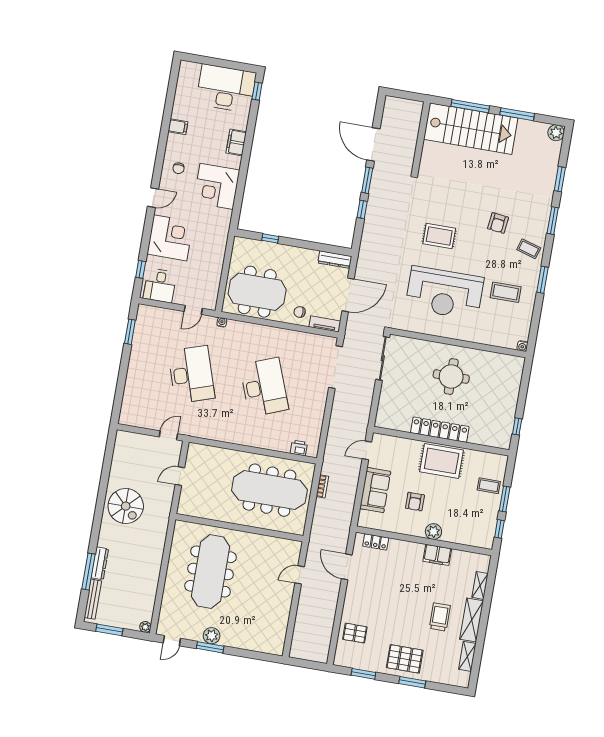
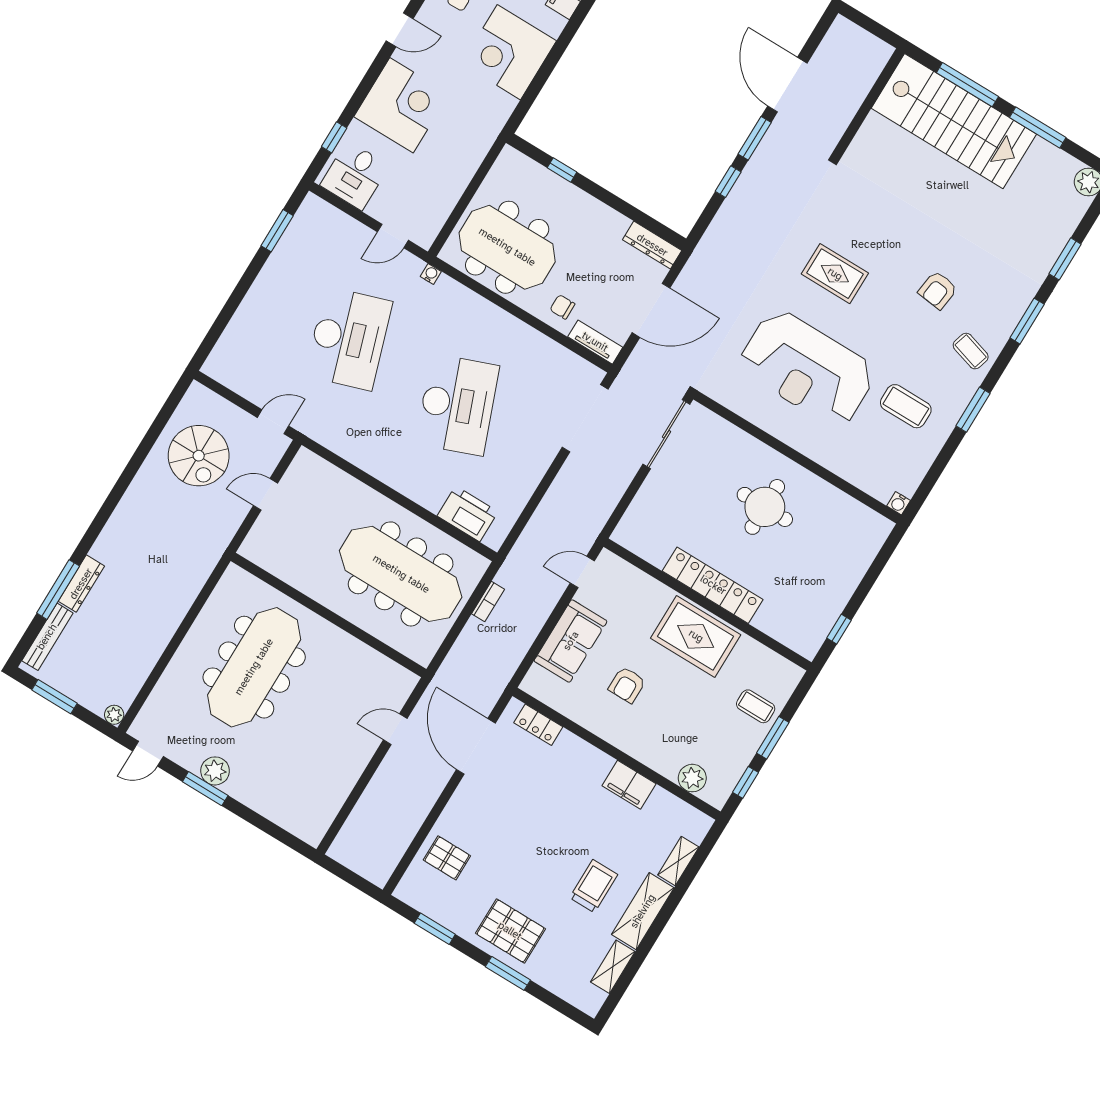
printer: (299, 448) -> (468, 514), width x1.87, depth x1.48
spiral stairs: (126, 506) -> (199, 456), moved
plant: (433, 532) -> (692, 778), moved
door: (347, 567) -> (476, 746), width x1.36

